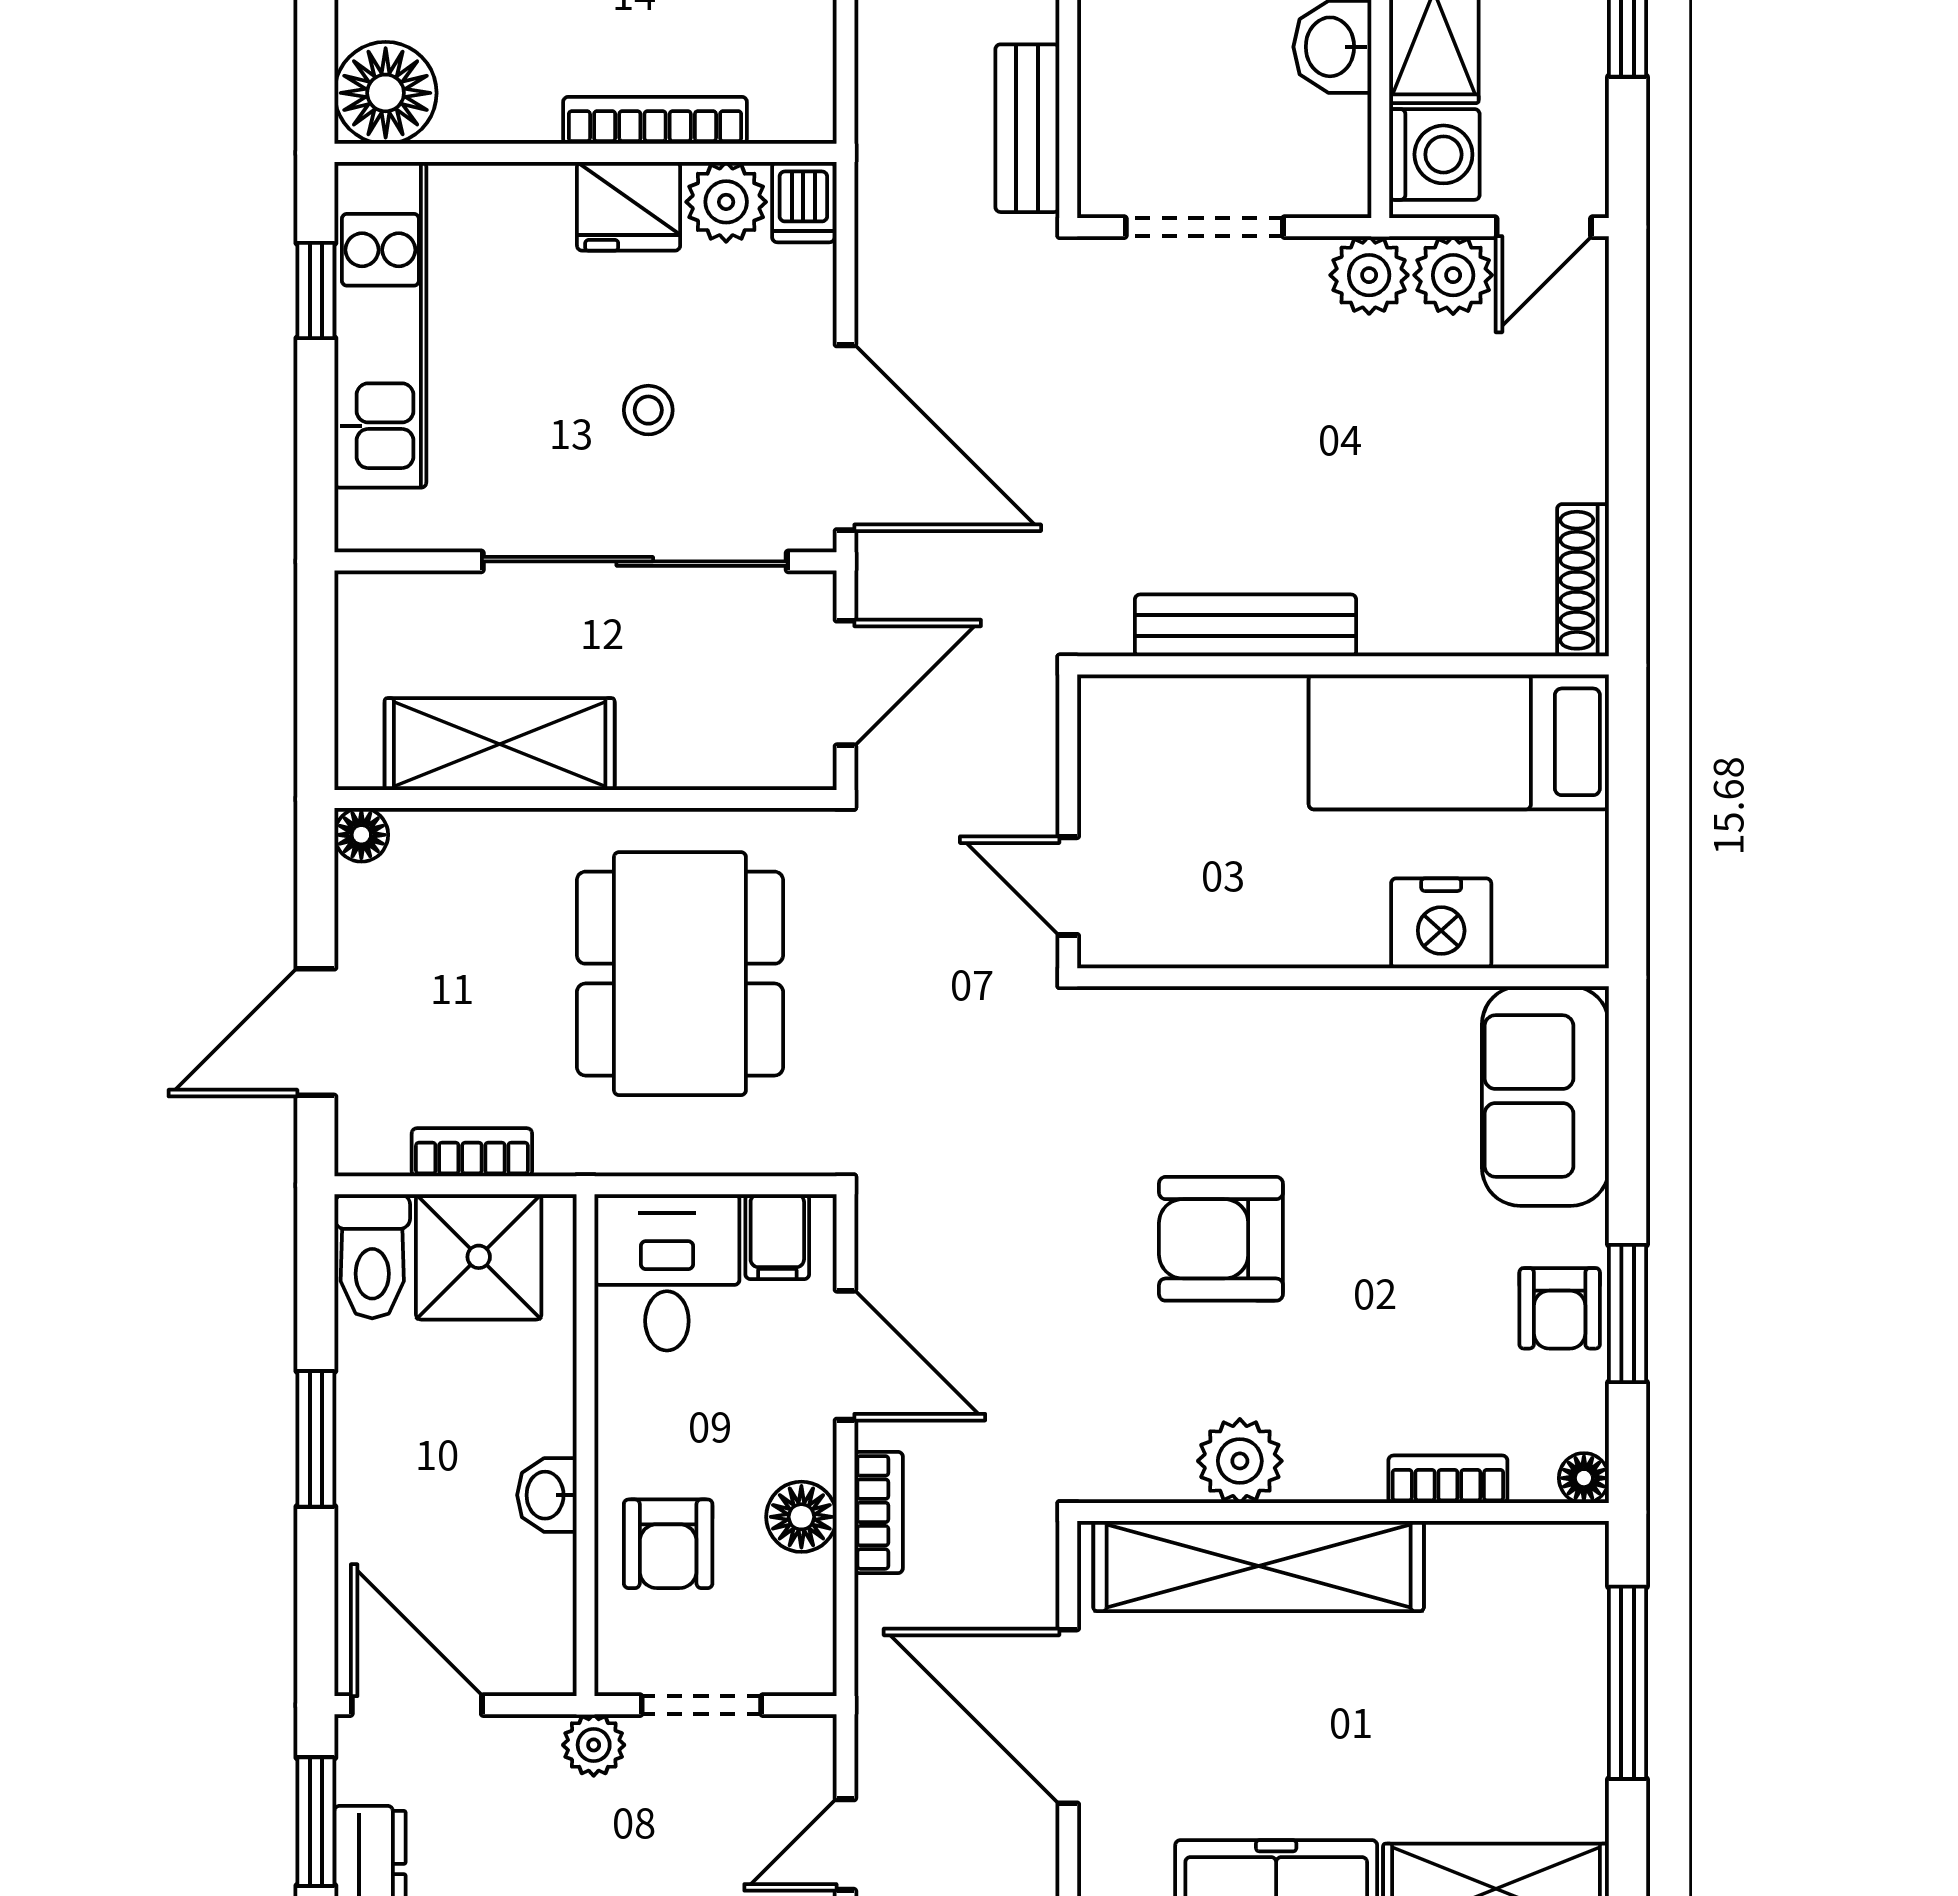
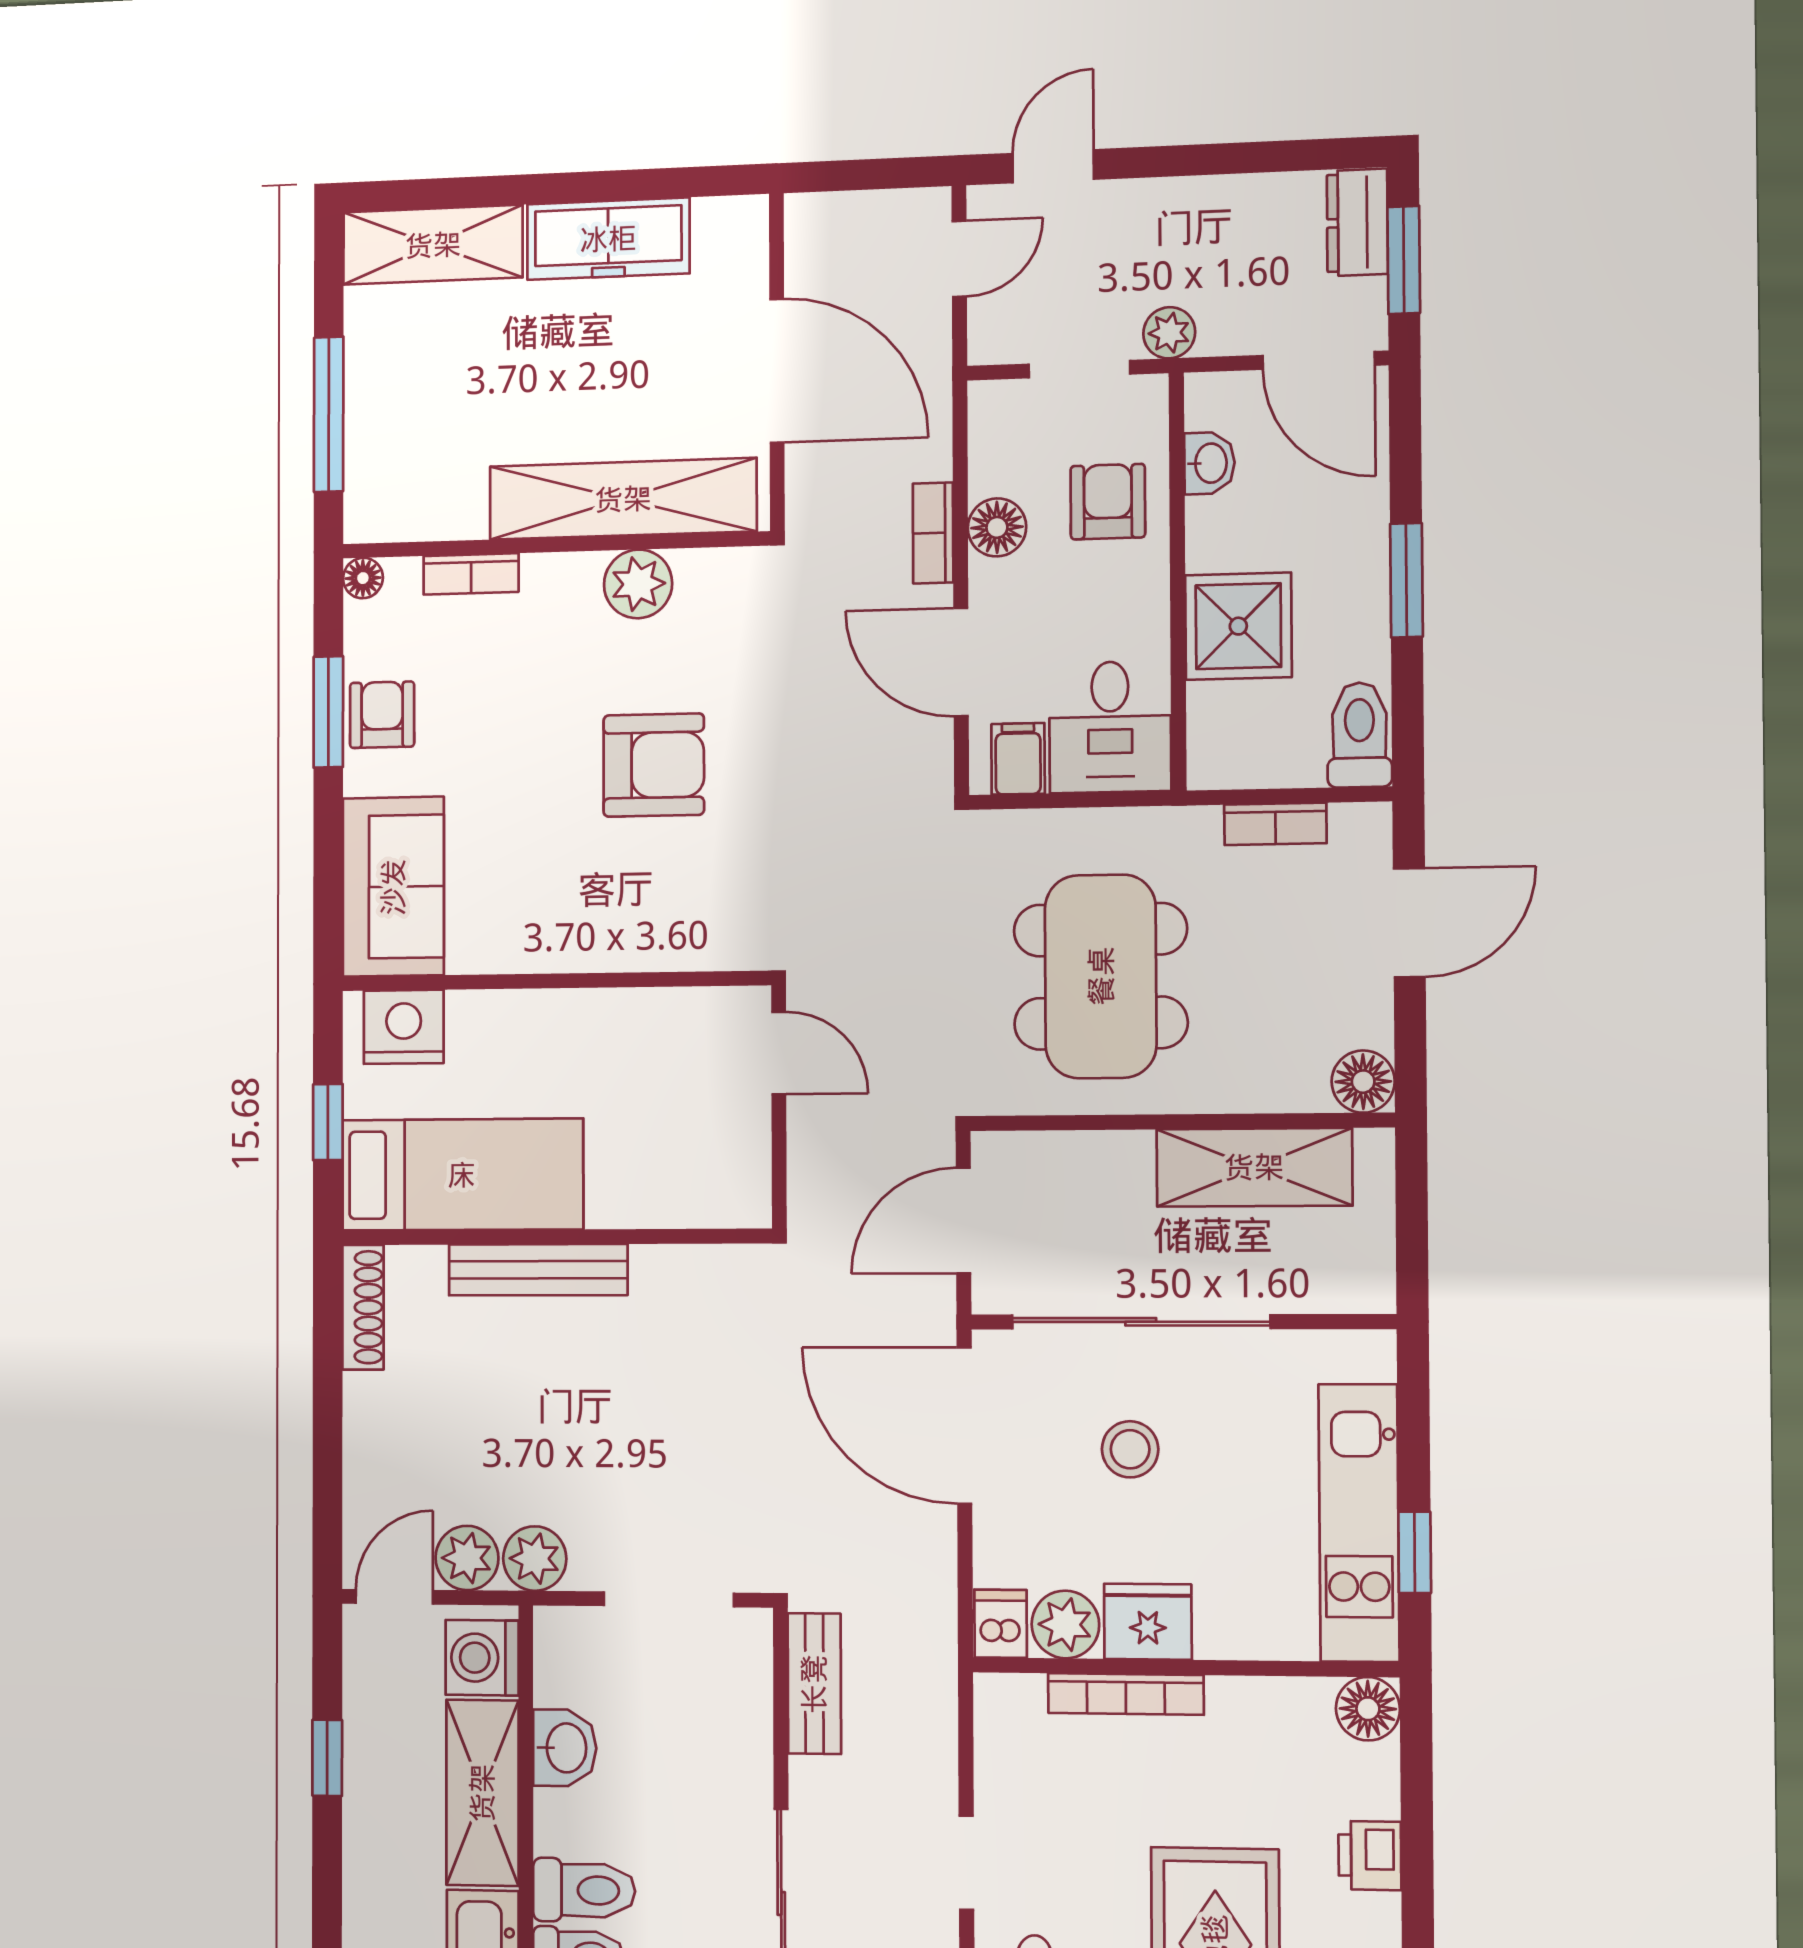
floor lamp: (386, 93) -> (1368, 1709), width x0.73, depth x0.73
stool: (648, 410) -> (1130, 1449), width x1.37, depth x1.37
bench: (1246, 625) -> (538, 1270), moved
window: (1628, 807) -> (328, 1122), added
floor lamp: (361, 835) -> (1363, 1082), width x1.37, depth x1.37
nightstand: (1441, 923) -> (404, 1027), moved
shower: (479, 1257) -> (1238, 626), moved
washbasin: (547, 1495) -> (1209, 463), moved

